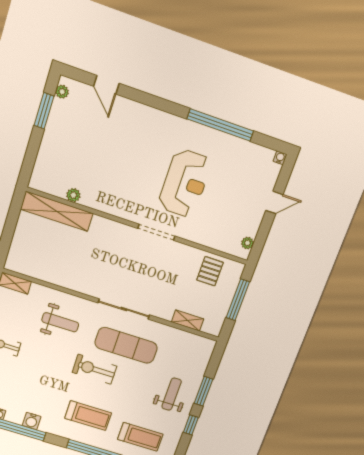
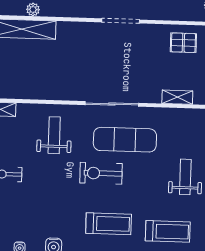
pallet: (210, 271) -> (183, 43), turned 90
weight bench: (60, 322) -> (54, 135), turned -90

